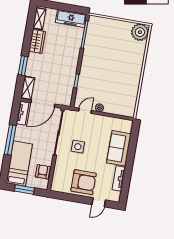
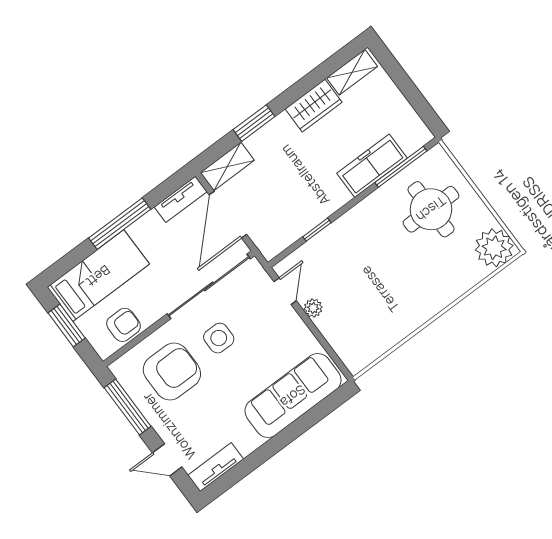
freezer: (71, 18) -> (372, 166), moved, turned 90
round table: (107, 39) -> (431, 209), added
door: (43, 103) -> (228, 215), hinge flipped
door: (85, 111) -> (285, 291), hinge flipped
sofa: (119, 148) -> (293, 396), width x1.36
tv unit: (119, 178) -> (216, 467), moved
armchair: (84, 182) -> (172, 372), moved, turned -90
window: (69, 197) -> (128, 407), added

